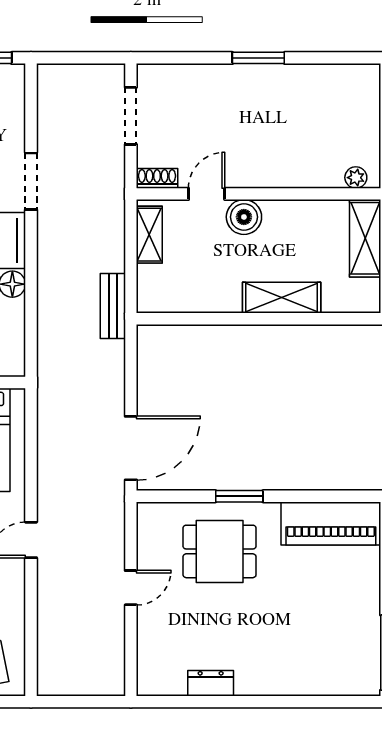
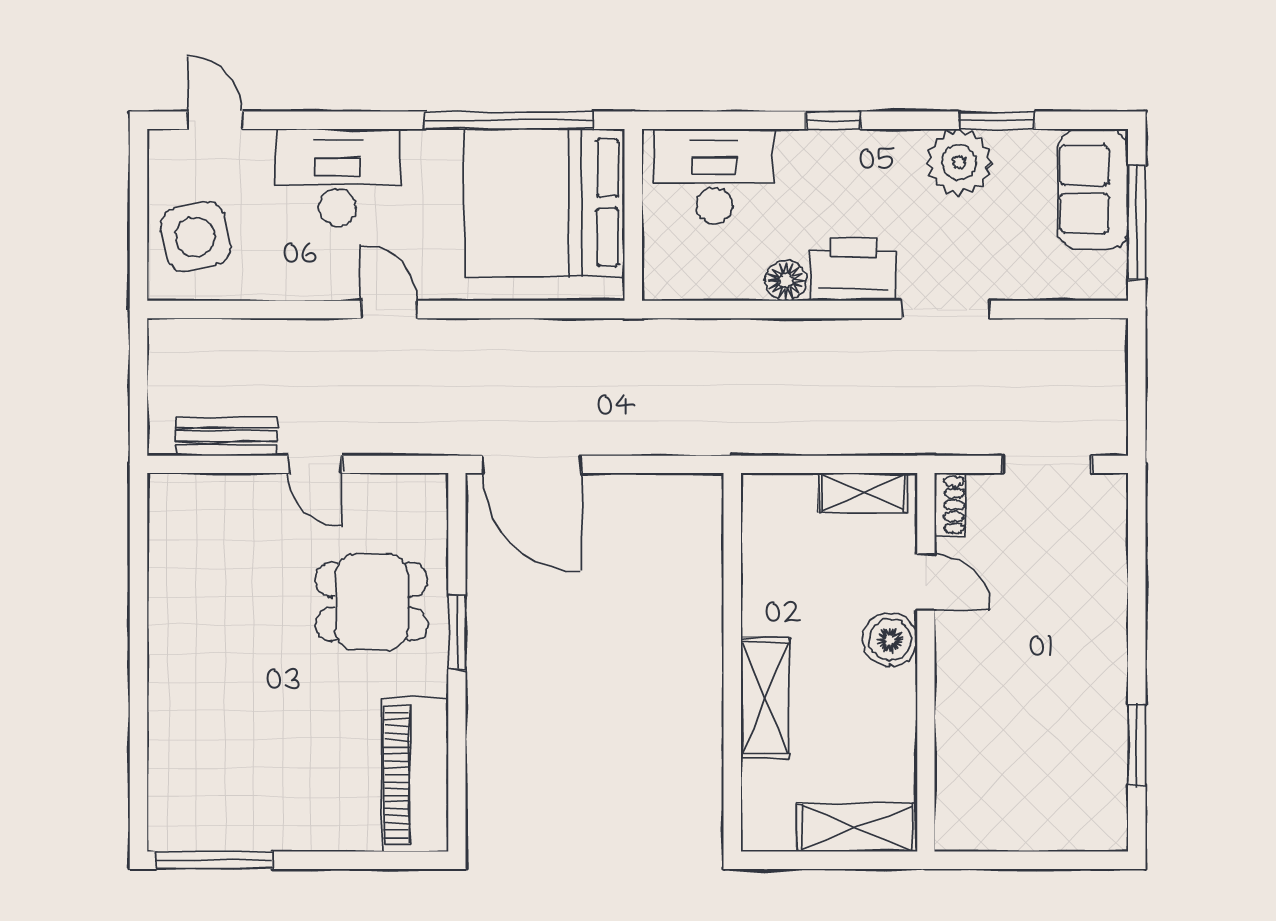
window: (258, 58) -> (1137, 745), moved
plant: (356, 178) -> (951, 813), removed
bench: (113, 306) -> (227, 437), moved
dining table: (220, 551) -> (371, 602), turned 90
dresser: (211, 683) -> (167, 588), removed

